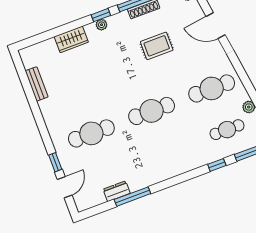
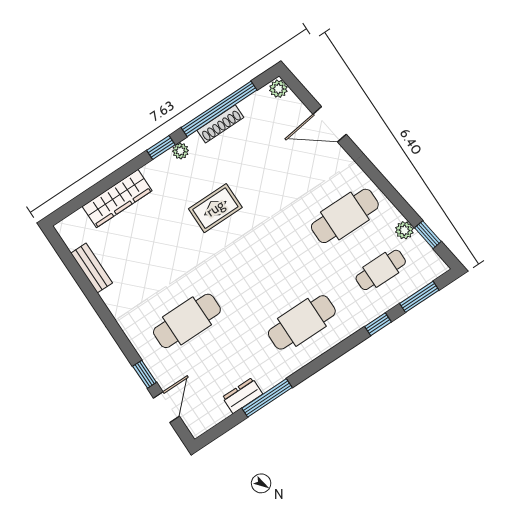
plant: (102, 25) -> (180, 151), moved
wardrobe: (71, 39) -> (117, 199), width x1.50
rug: (157, 46) -> (215, 208), moved
cafe table: (152, 111) -> (302, 322), moved

